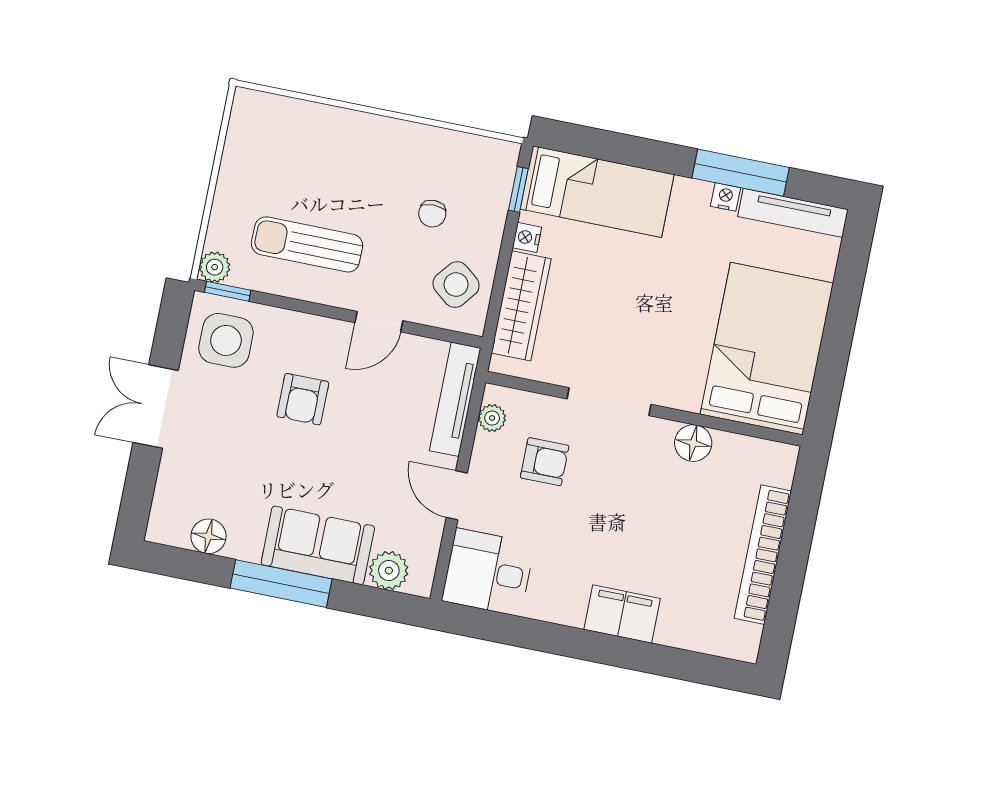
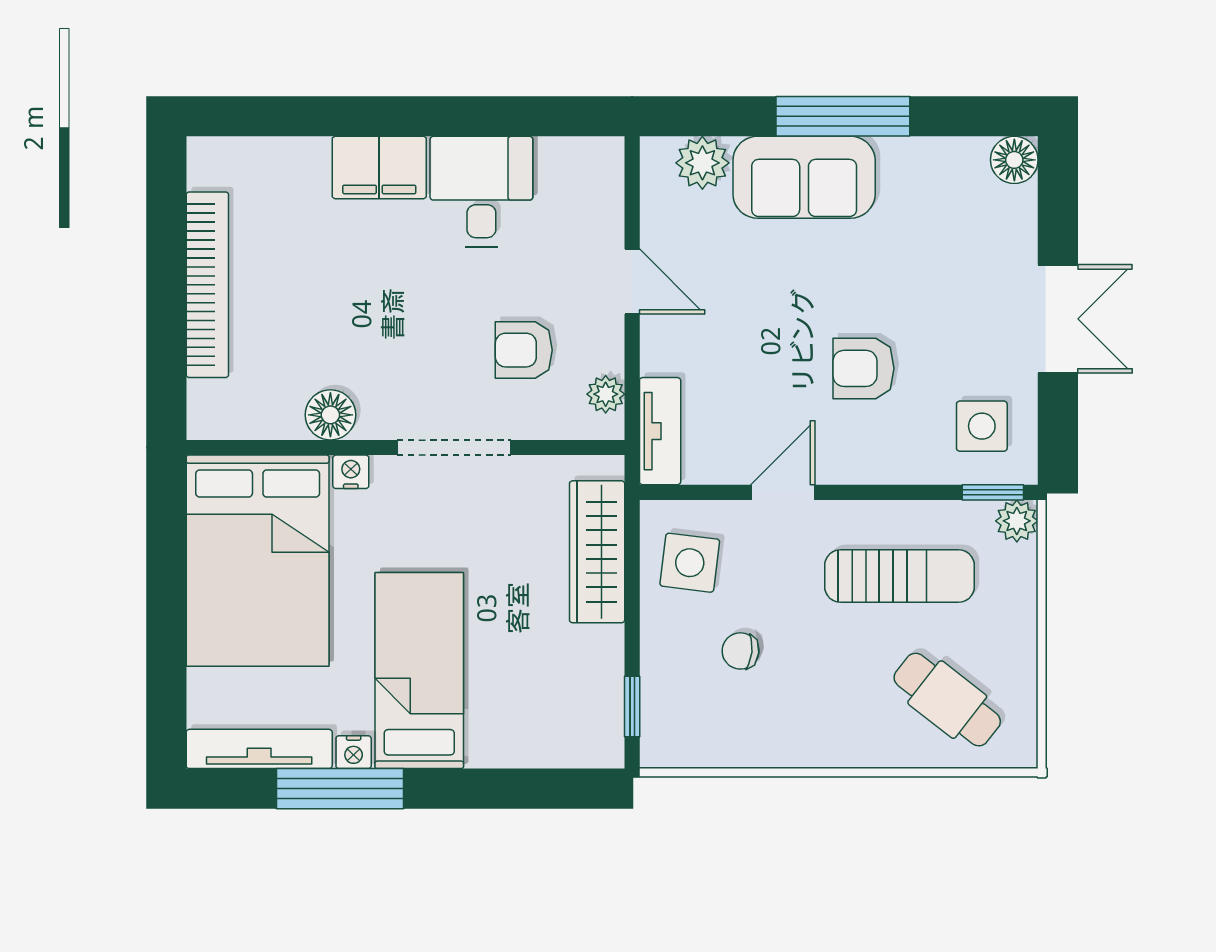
cafe table: (291, 149) -> (947, 700), added
bed: (597, 192) -> (419, 671), moved, turned 90
chair: (432, 214) -> (741, 651), turned -84
nightstand: (527, 237) -> (351, 472), moved, turned -90
side table: (456, 285) -> (690, 563), turned -32
side table: (226, 340) -> (982, 426), width x0.73, depth x0.73
armchair: (303, 399) -> (863, 368), turned -90
tv unit: (455, 399) -> (660, 431), width x0.71
floor lamp: (208, 536) -> (1014, 160), moved
desk: (488, 572) -> (481, 191), moved, turned -90

